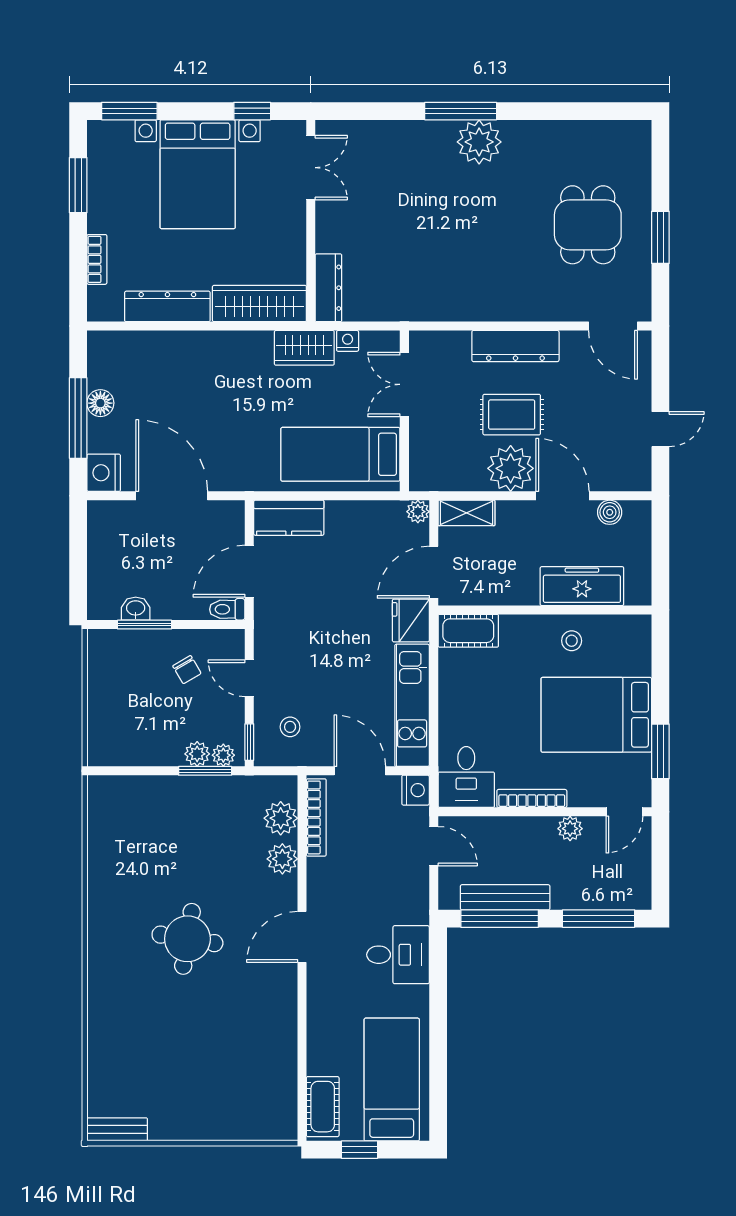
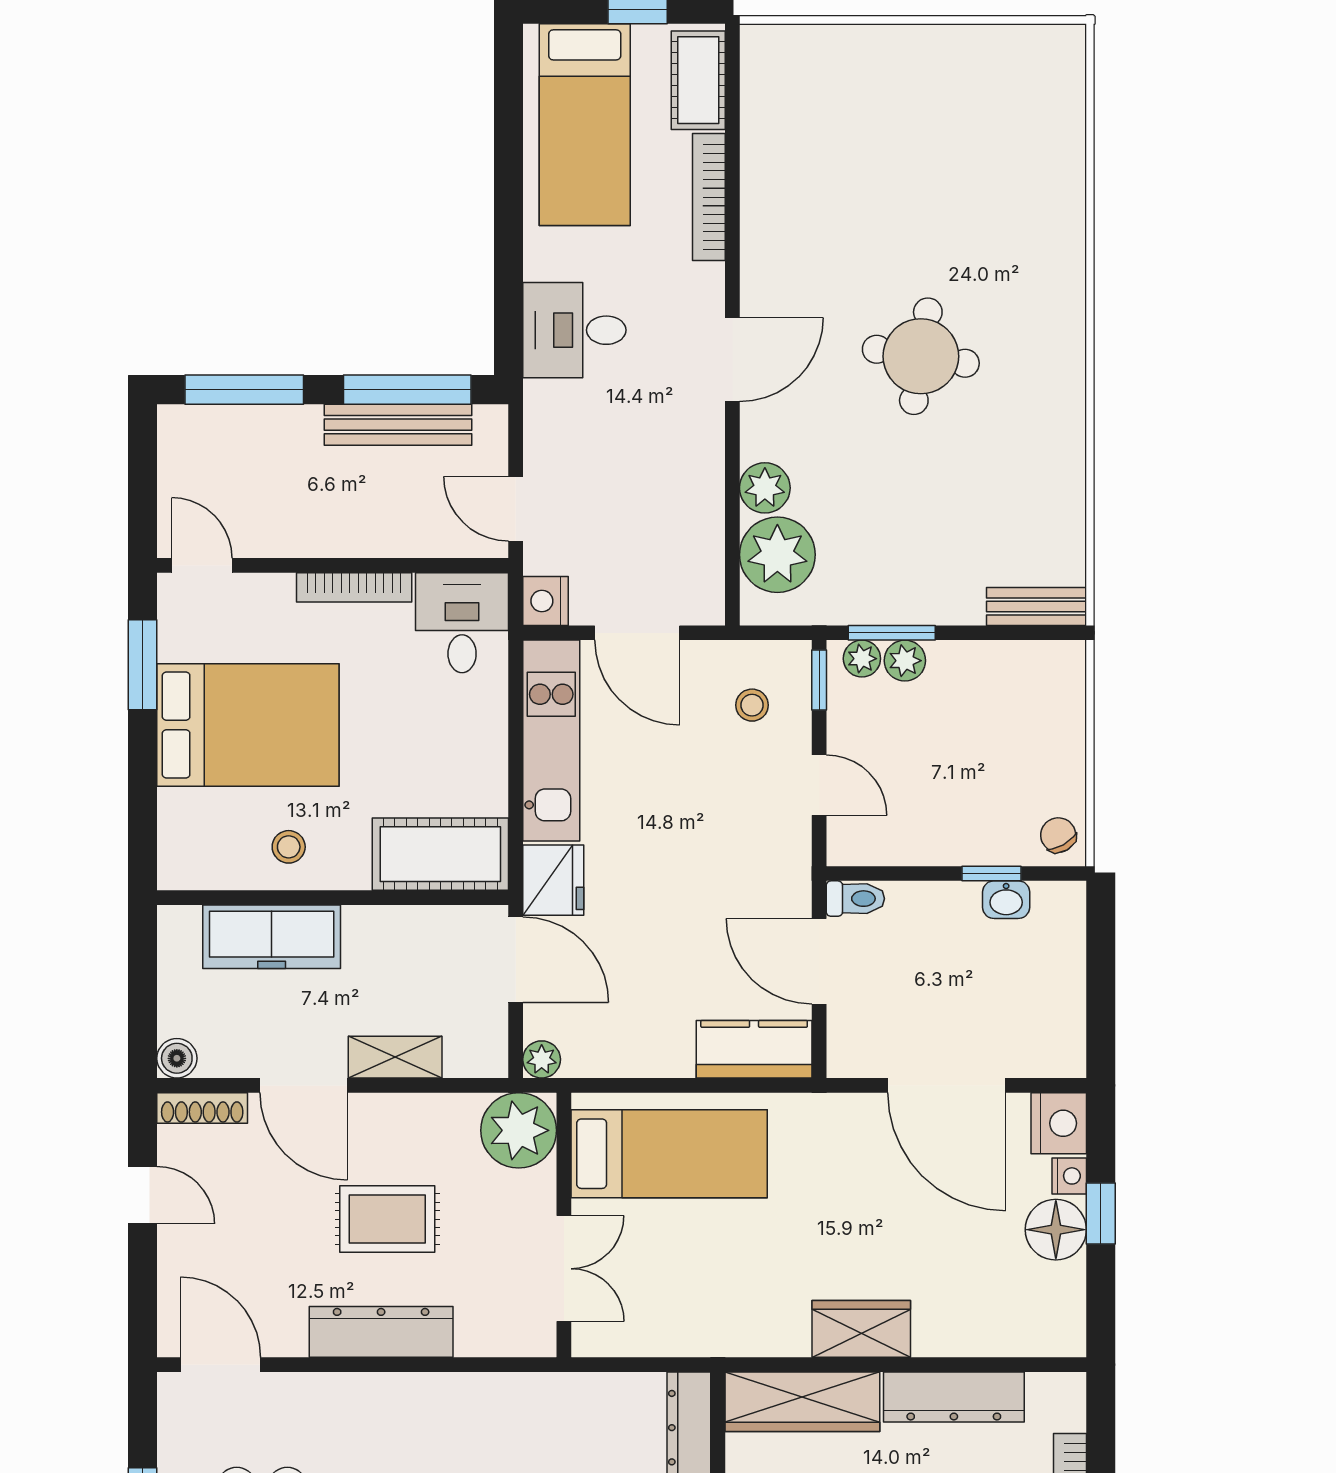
nightstand: (348, 341) -> (1069, 1176), moved, turned -90
wardrobe: (304, 348) -> (861, 1329), moved
floor lamp: (100, 403) -> (1056, 1230), width x1.38, depth x1.38
window: (78, 418) -> (1101, 1213), width x0.46
door: (660, 429) -> (143, 1195), swing flipped
plant: (511, 468) -> (519, 1130), moved
shoe rack: (624, 482) -> (202, 1108), added
boiler: (610, 512) -> (177, 1058), moved
shelving: (466, 513) -> (395, 1057), moved
door: (249, 571) -> (819, 961), swing flipped
door: (434, 572) -> (516, 960), hinge flipped
window: (145, 625) -> (992, 874), width x0.67
cot: (468, 631) -> (440, 854), width x1.37, depth x1.34
chair: (187, 670) -> (1058, 835), moved
door: (624, 812) -> (202, 565), hinge flipped
bookcase: (316, 817) -> (709, 197), moved
plant: (281, 818) -> (777, 555), width x1.36, depth x1.36
plant: (570, 829) -> (291, 538), removed
bench: (117, 1129) -> (1036, 607), moved

